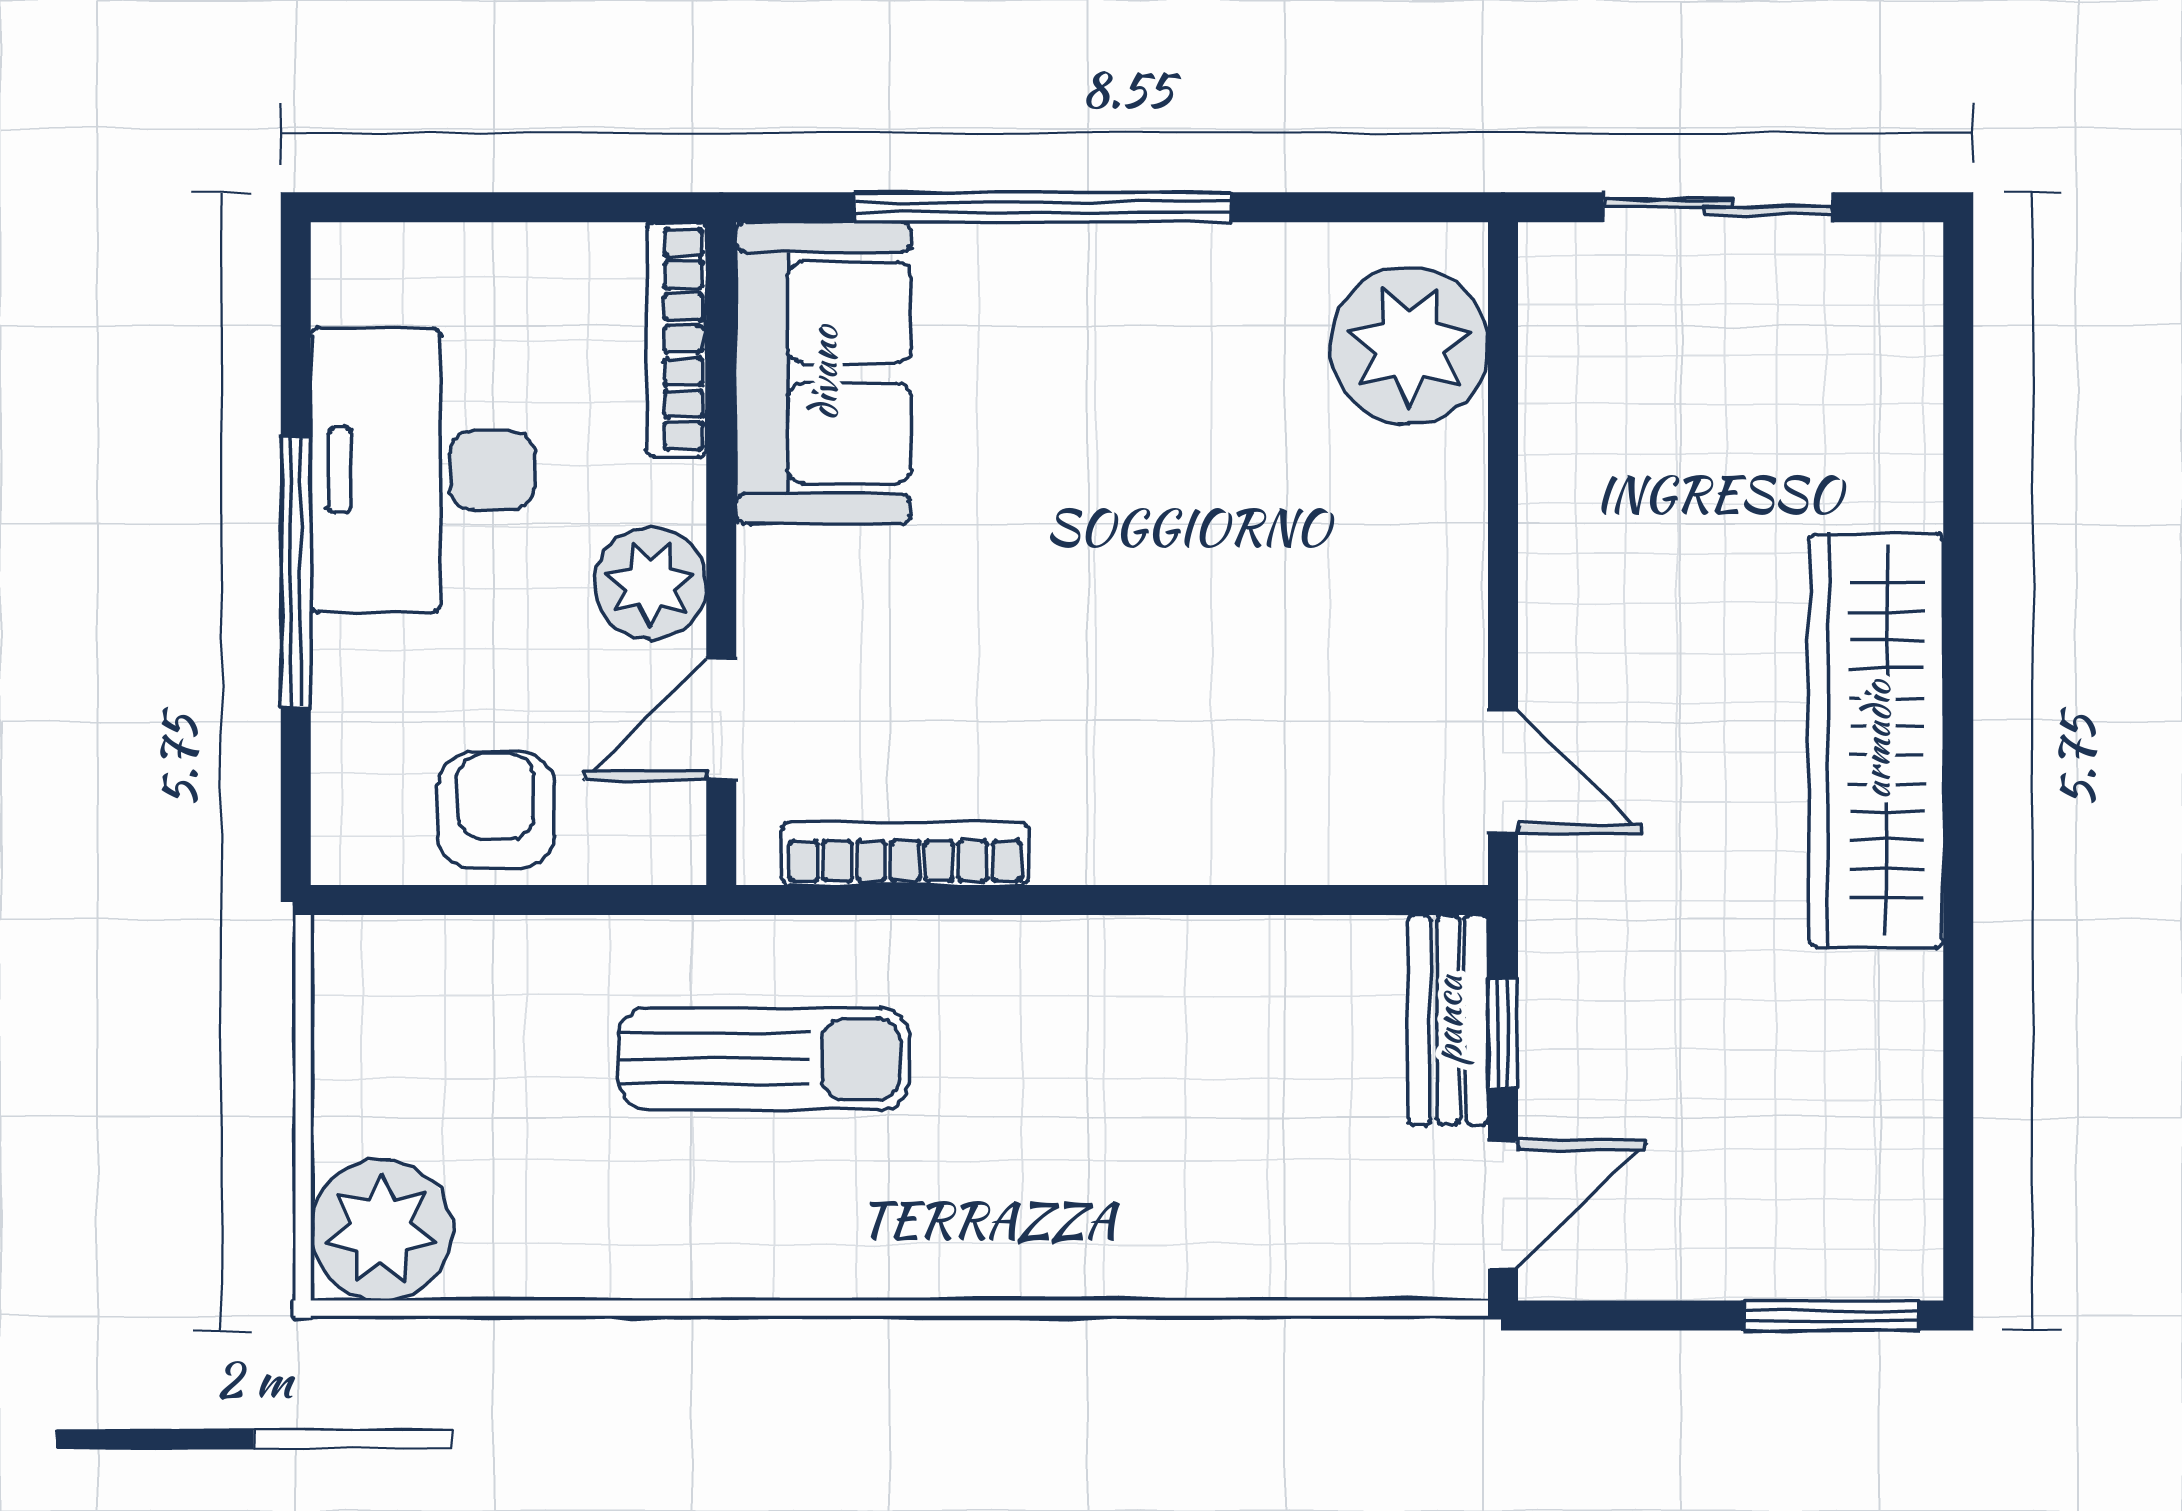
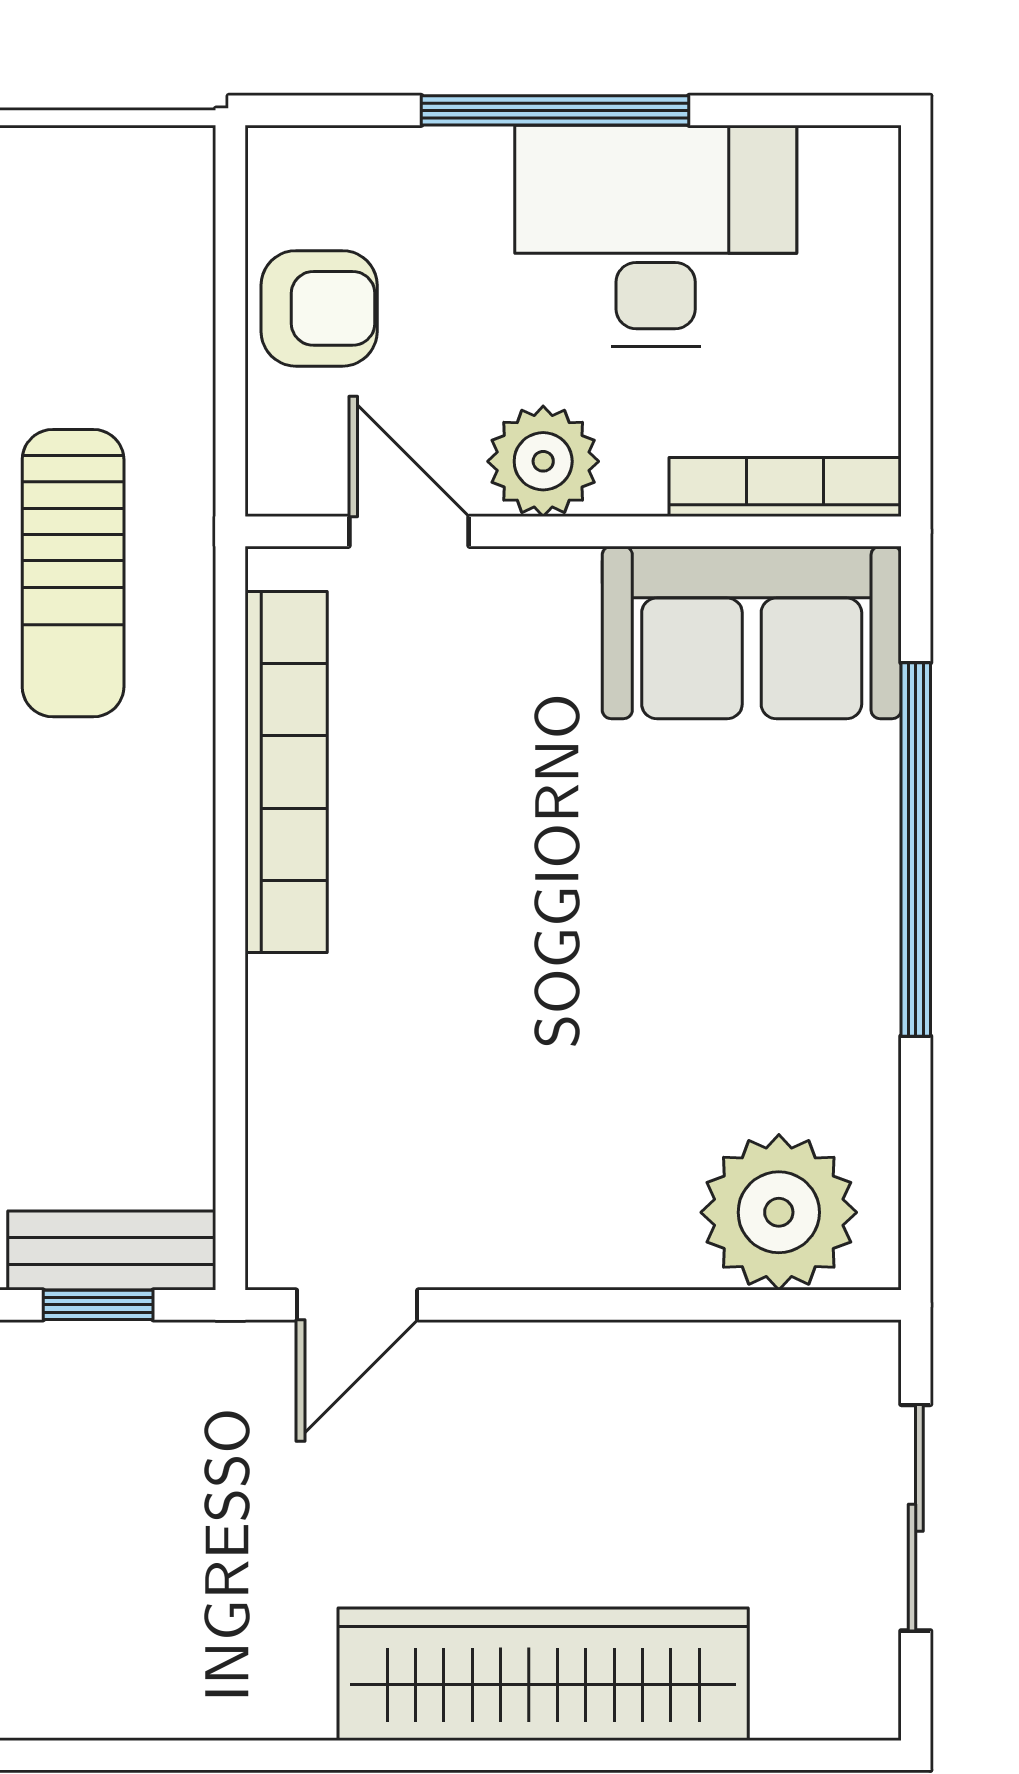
wardrobe: (1876, 740) -> (543, 1674), moved
bookcase: (905, 853) -> (286, 772), width x1.48, depth x1.31

